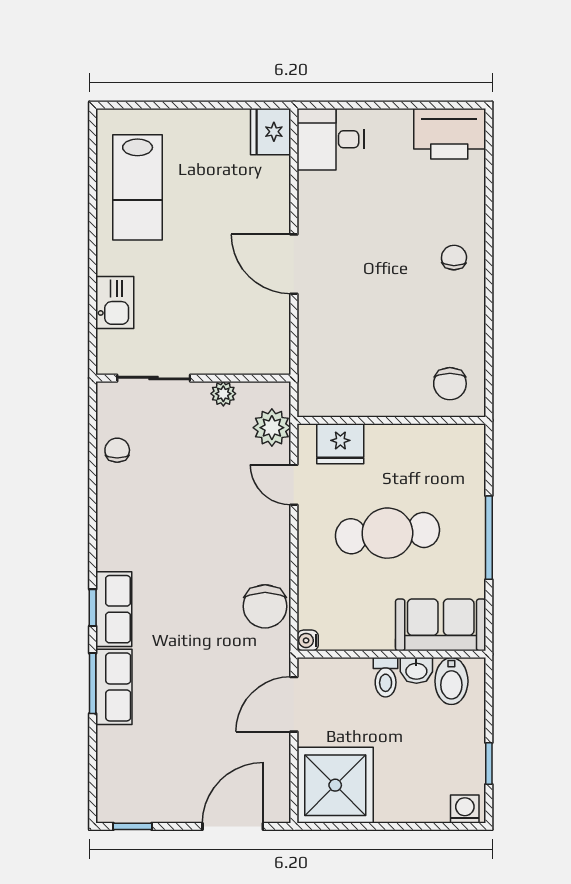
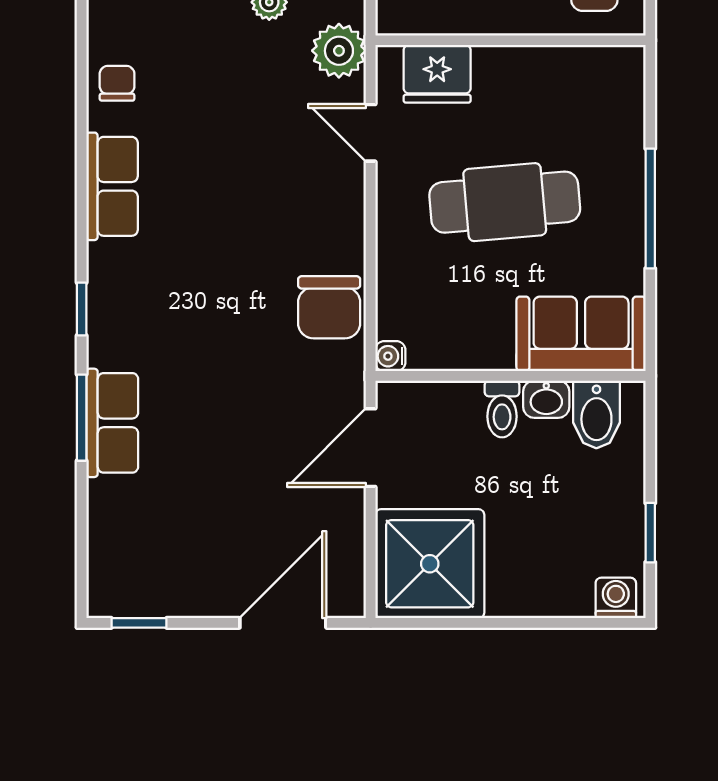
row of seats: (114, 609) -> (112, 186), moved

